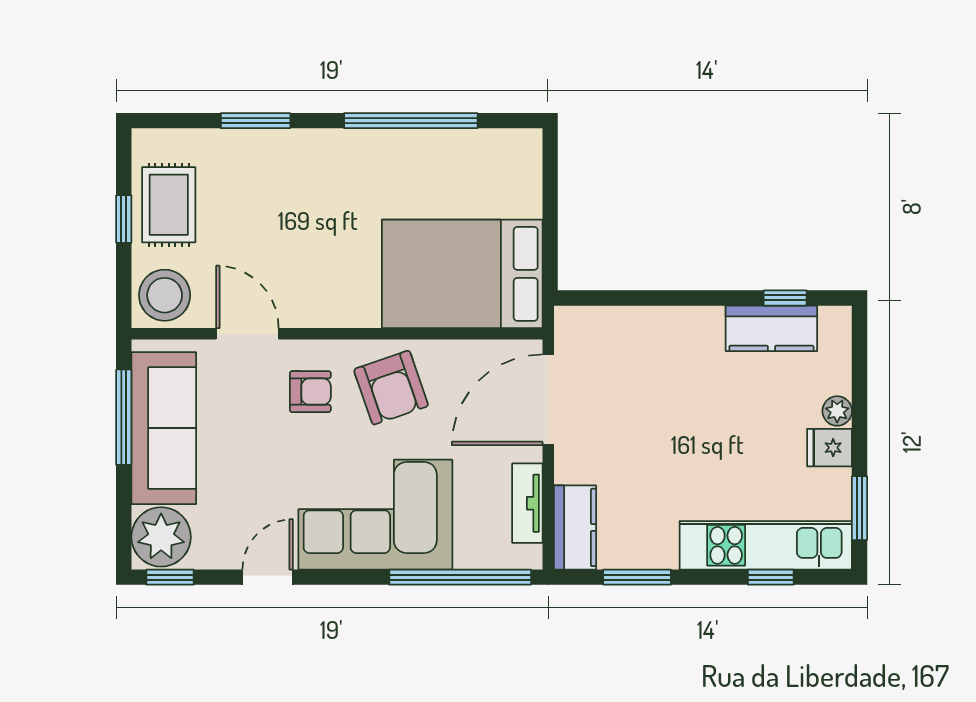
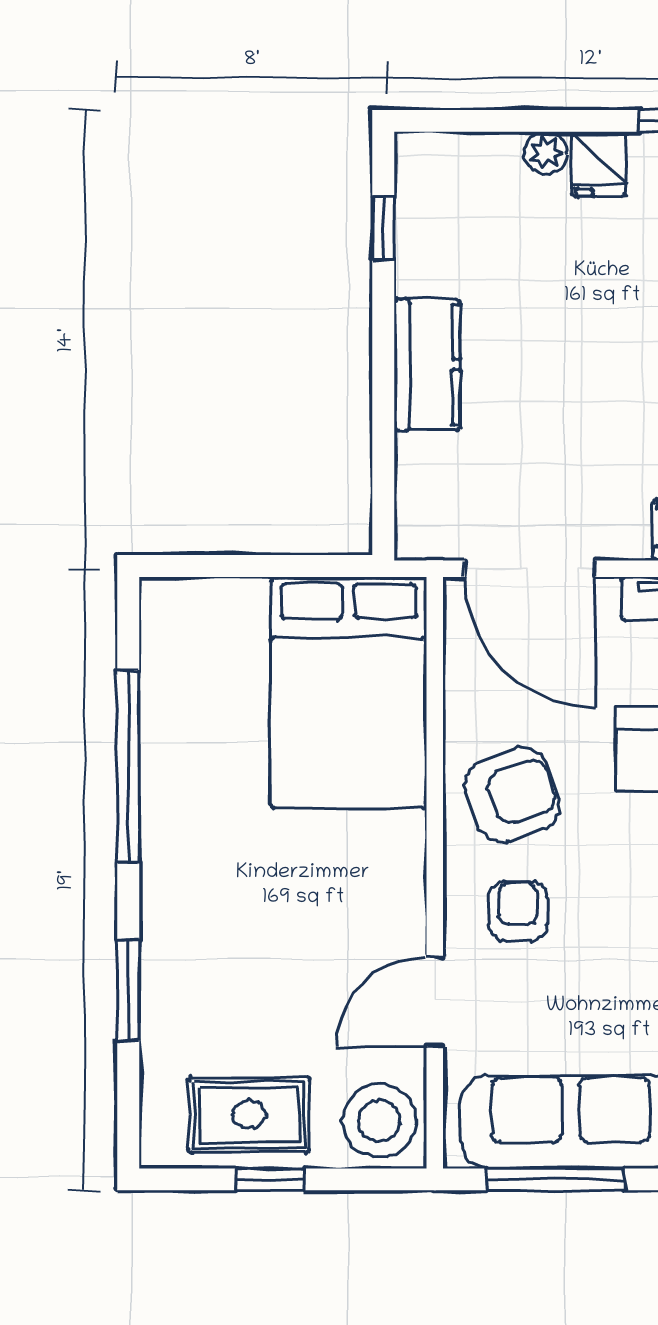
kitchen counter: (771, 328) -> (427, 365), moved

